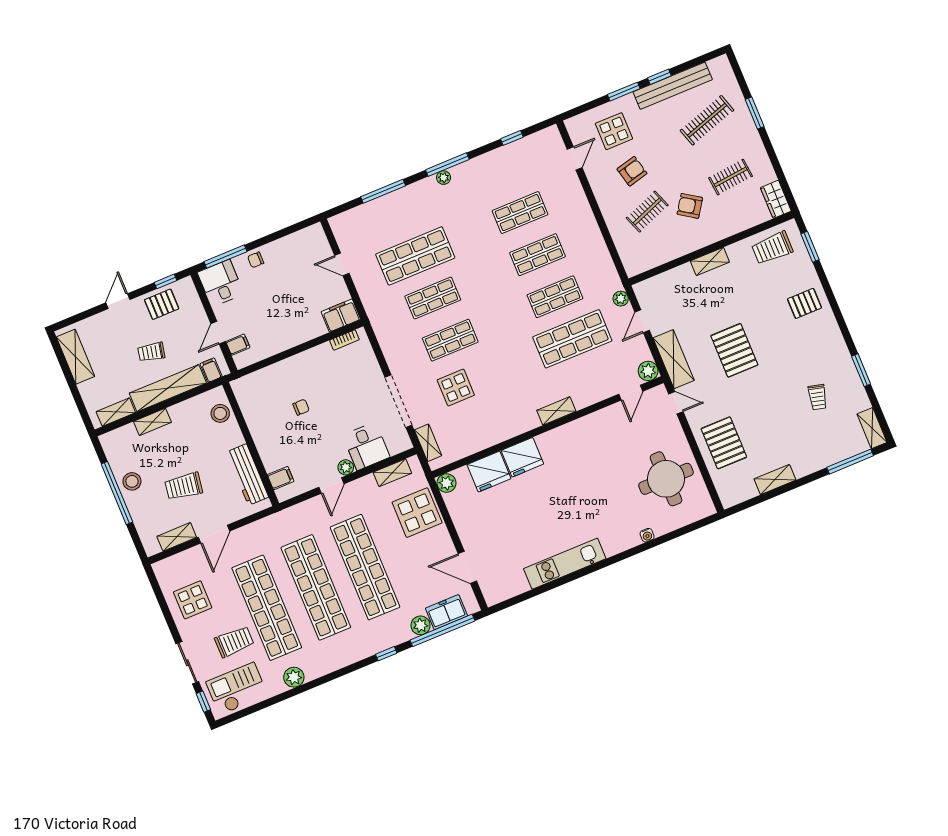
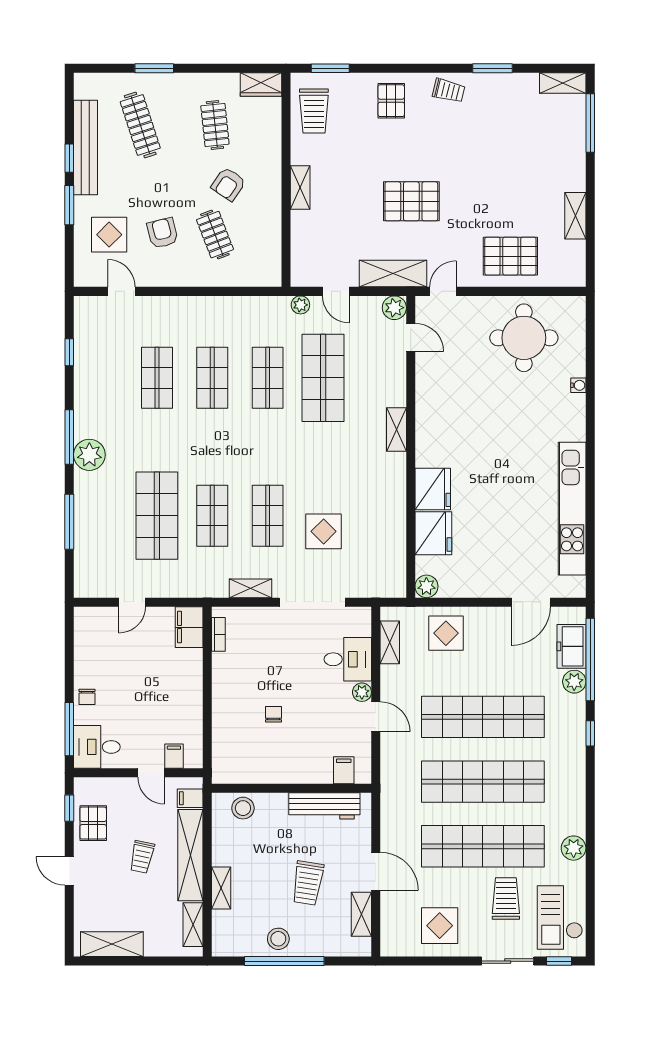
plant: (444, 178) -> (89, 455), width x1.88, depth x1.88
trolley: (818, 397) -> (449, 91), moved
shelving: (428, 443) -> (250, 588), moved
display table: (417, 513) -> (446, 633), width x0.73, depth x0.73
kitchen unit: (565, 564) -> (572, 509), width x1.36

